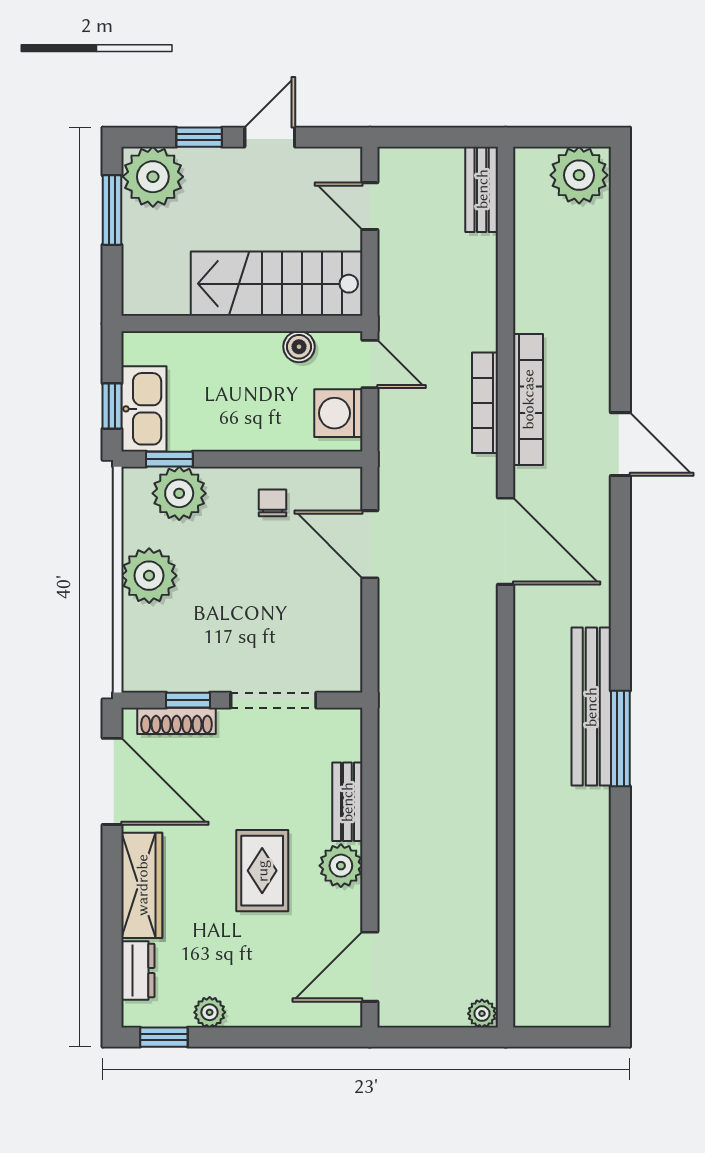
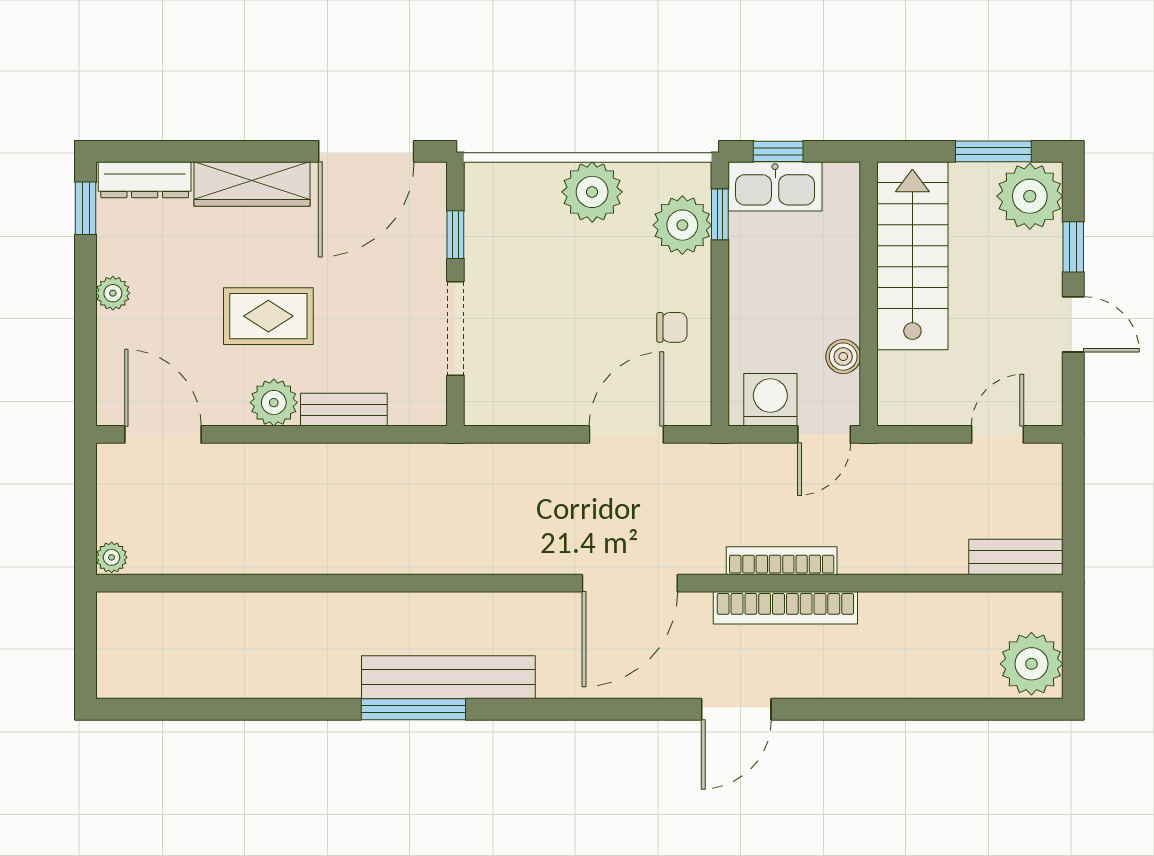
stairs: (277, 284) -> (912, 256), moved
shoe rack: (176, 721) -> (433, 222), removed
dresser: (138, 970) -> (145, 180), width x1.44
plant: (210, 1012) -> (113, 293), moved

